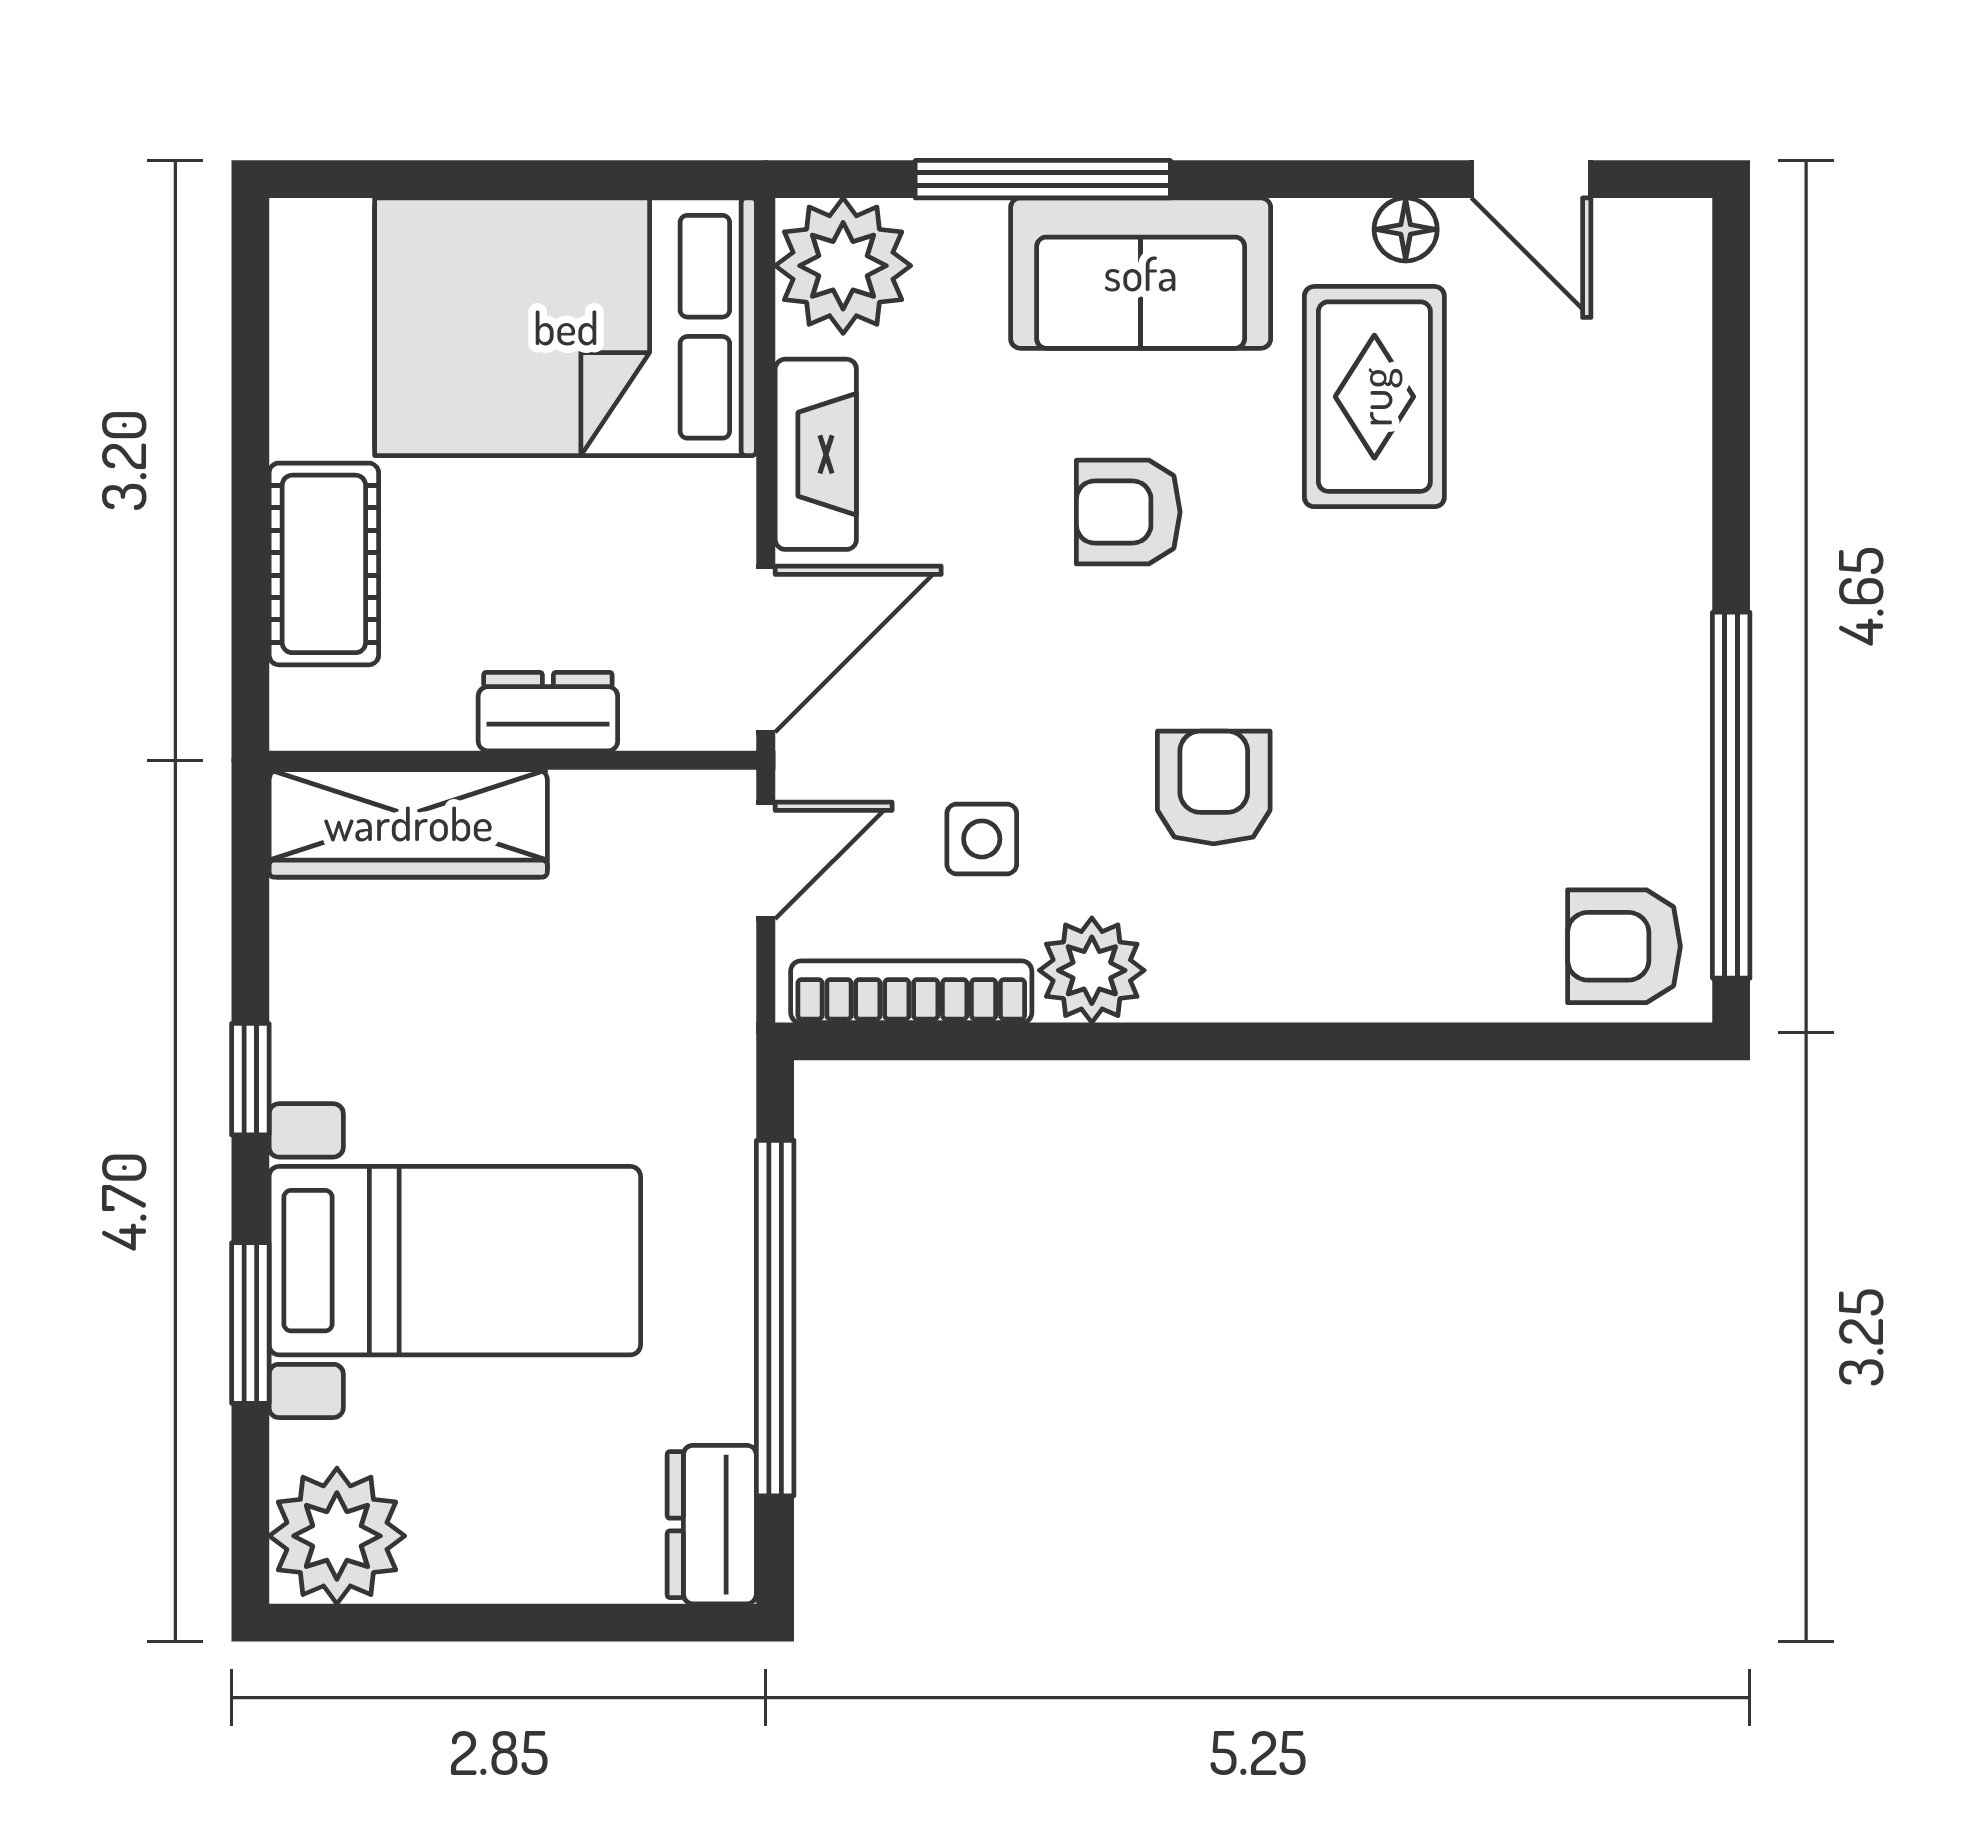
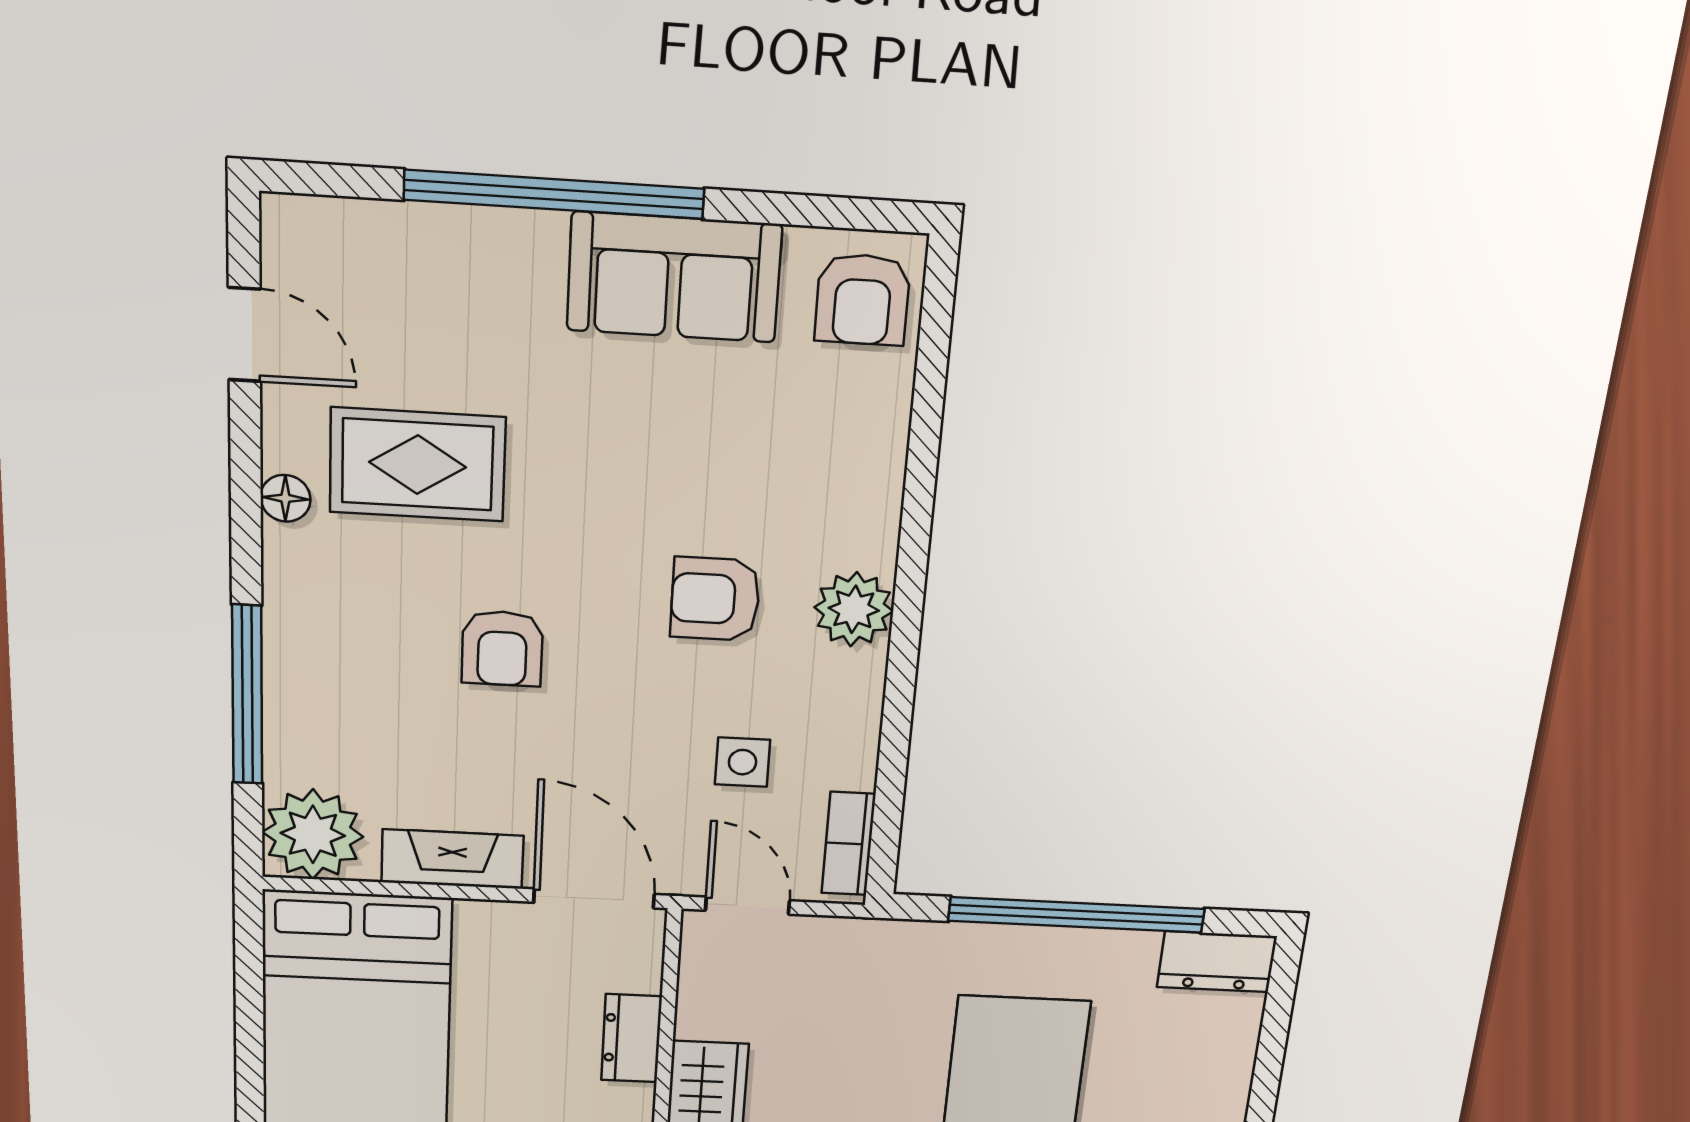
door: (1531, 179) -> (245, 335), hinge flipped
floor lamp: (1406, 229) -> (285, 498), moved
sofa: (1141, 273) -> (674, 277), moved, turned 90
window: (1731, 795) -> (554, 194), moved
plant: (1092, 970) -> (854, 609), moved
bookcase: (911, 992) -> (848, 844), width x0.64

